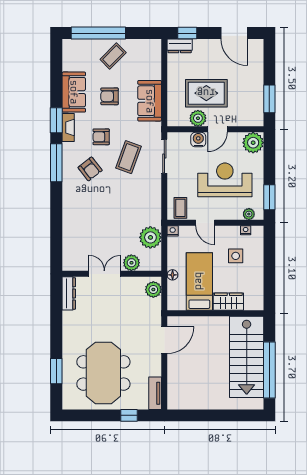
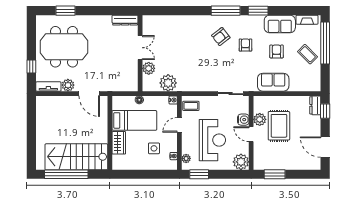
door: (234, 33) -> (325, 147), hinge flipped
fireplace: (68, 128) -> (307, 20), moved
coffee table: (128, 157) -> (230, 66), removed
plant: (153, 289) -> (68, 85), moved

